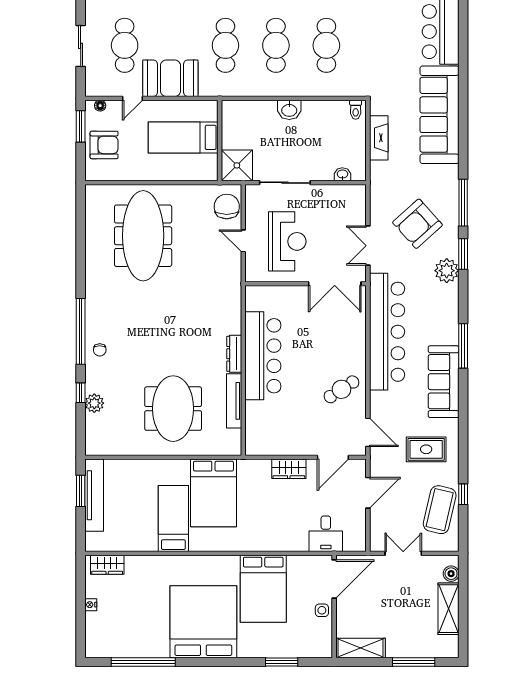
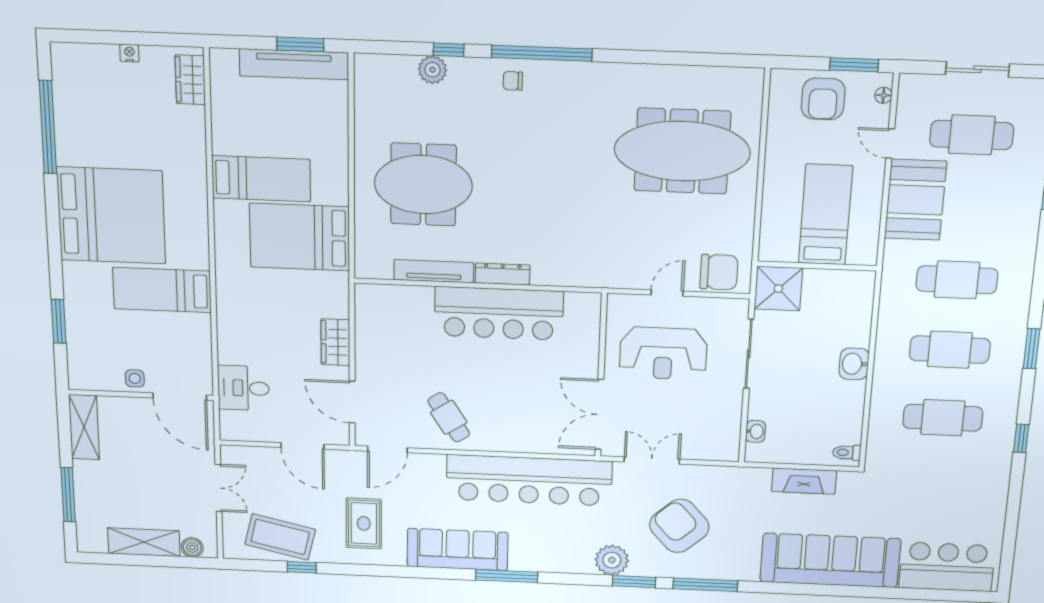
bed: (263, 589) -> (162, 290), width x0.67

